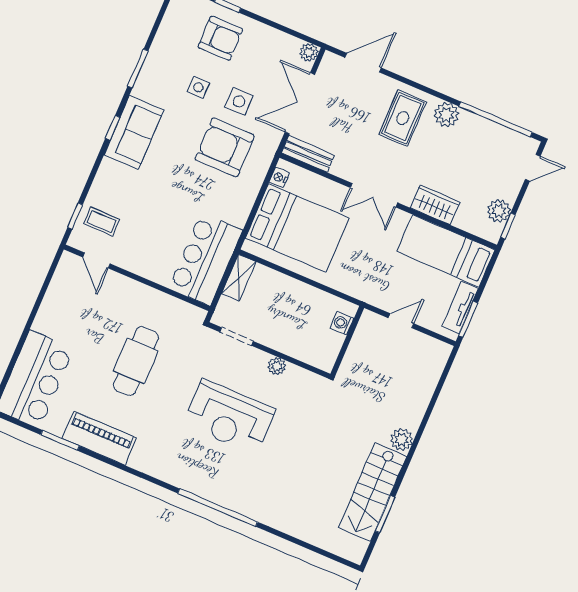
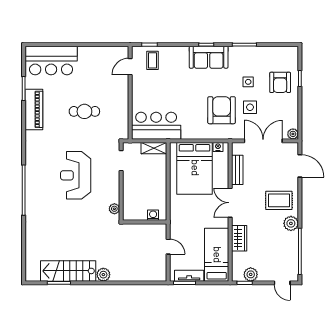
bench: (308, 154) -> (237, 170), moved
cafe table: (136, 361) -> (84, 111), width x0.73, depth x0.74
plant: (277, 366) -> (114, 209), moved

